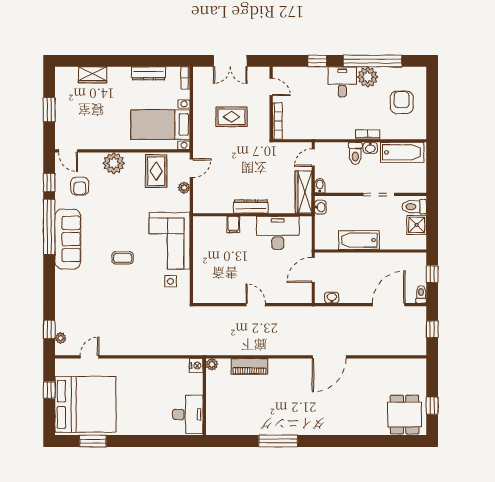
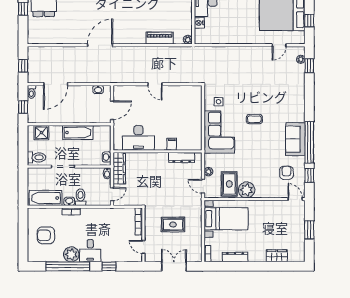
armchair: (402, 102) -> (46, 235), turned 90
plant: (114, 163) -> (247, 190), moved
door: (191, 168) -> (203, 186), hinge flipped
dresser: (251, 207) -> (182, 158), moved
shower: (417, 225) -> (41, 133), moved
sofa: (68, 239) -> (295, 139), width x0.73
nightstand: (196, 366) -> (199, 23), moved

